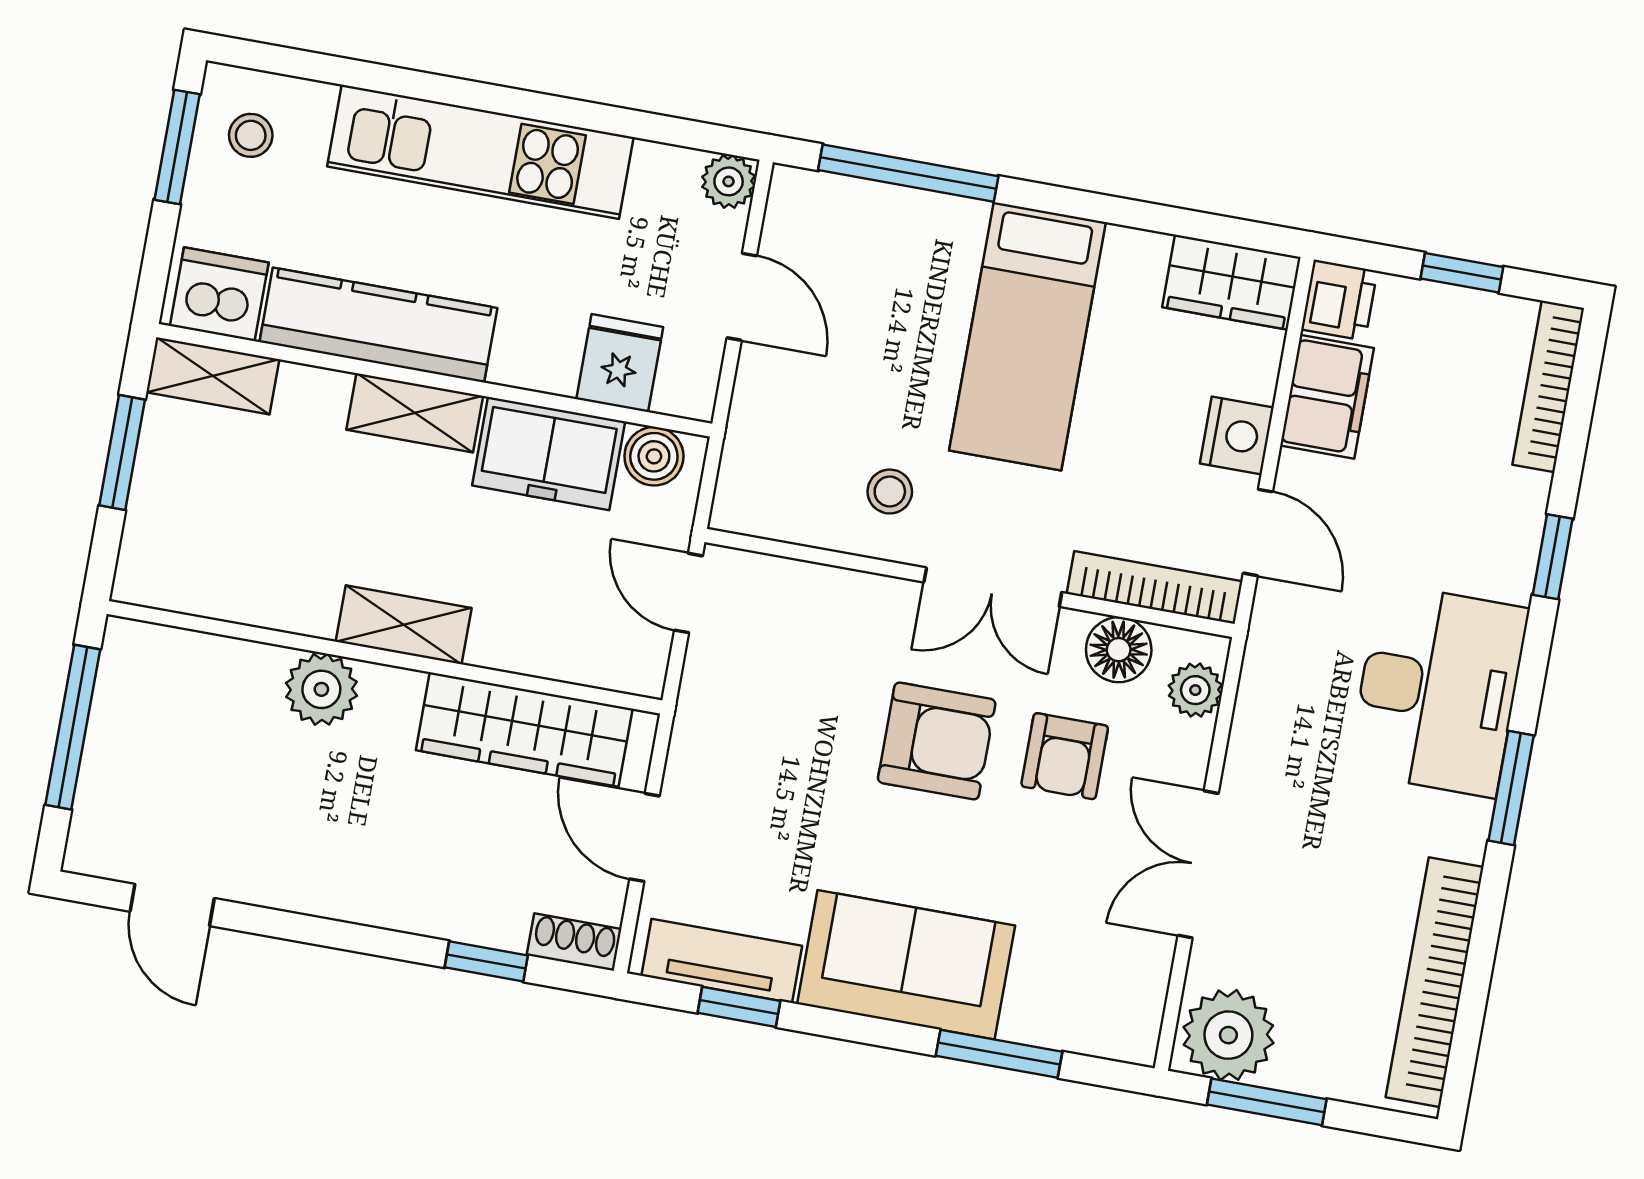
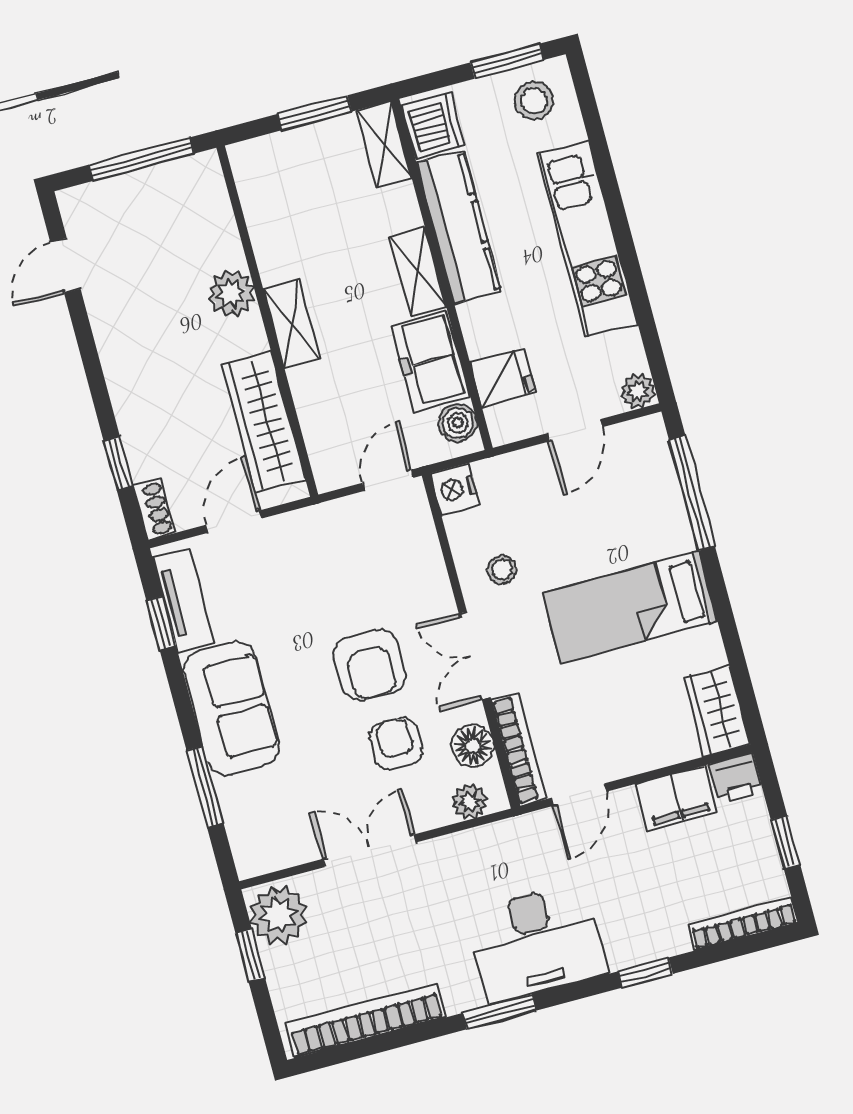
stool: (251, 135) -> (534, 101), width x1.37, depth x1.37
nightstand: (1237, 435) -> (455, 489), moved, turned 90
armchair: (1065, 756) -> (396, 744), turned 90
window: (1267, 1102) -> (250, 956), width x0.67

